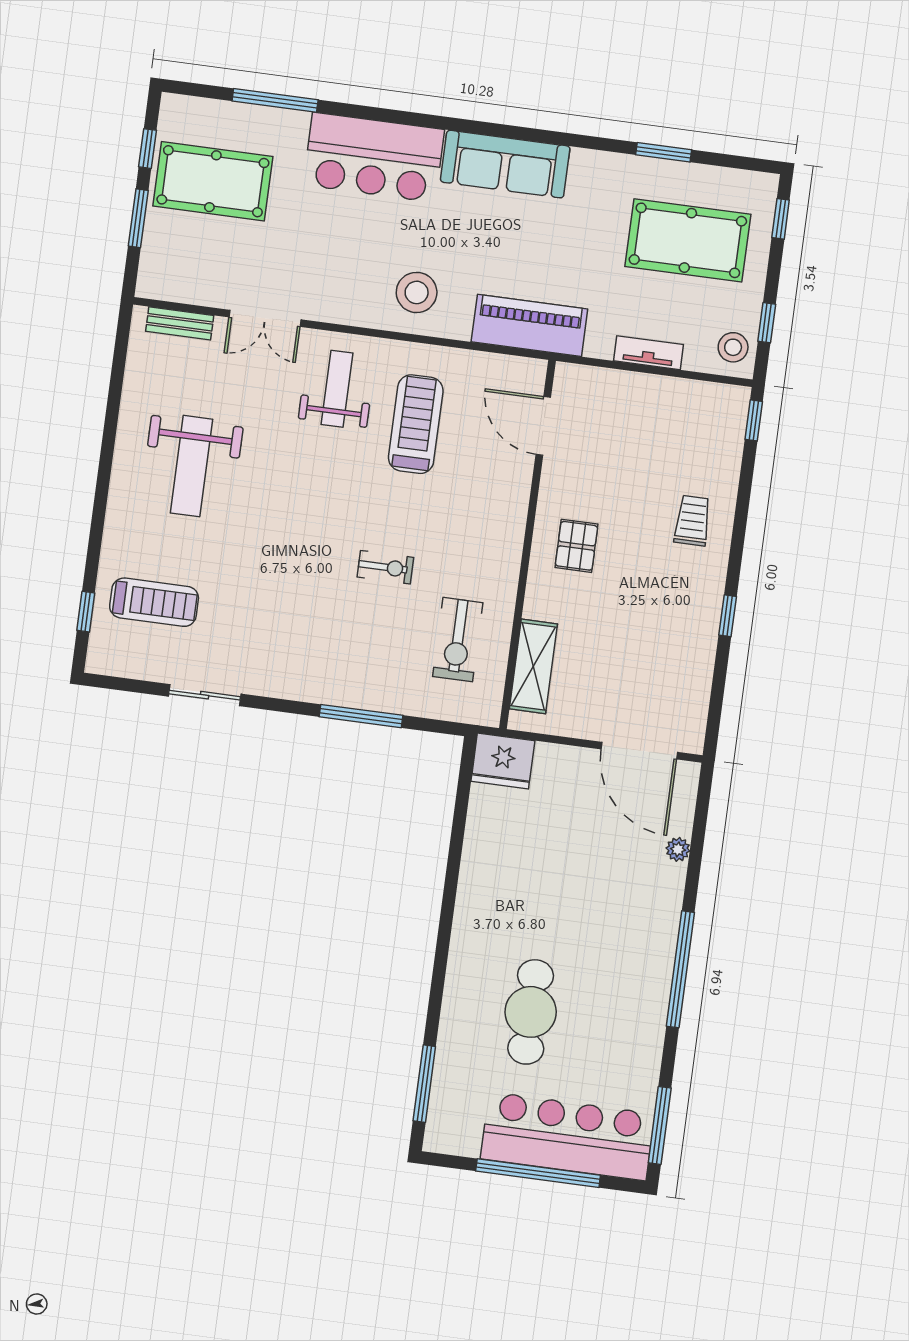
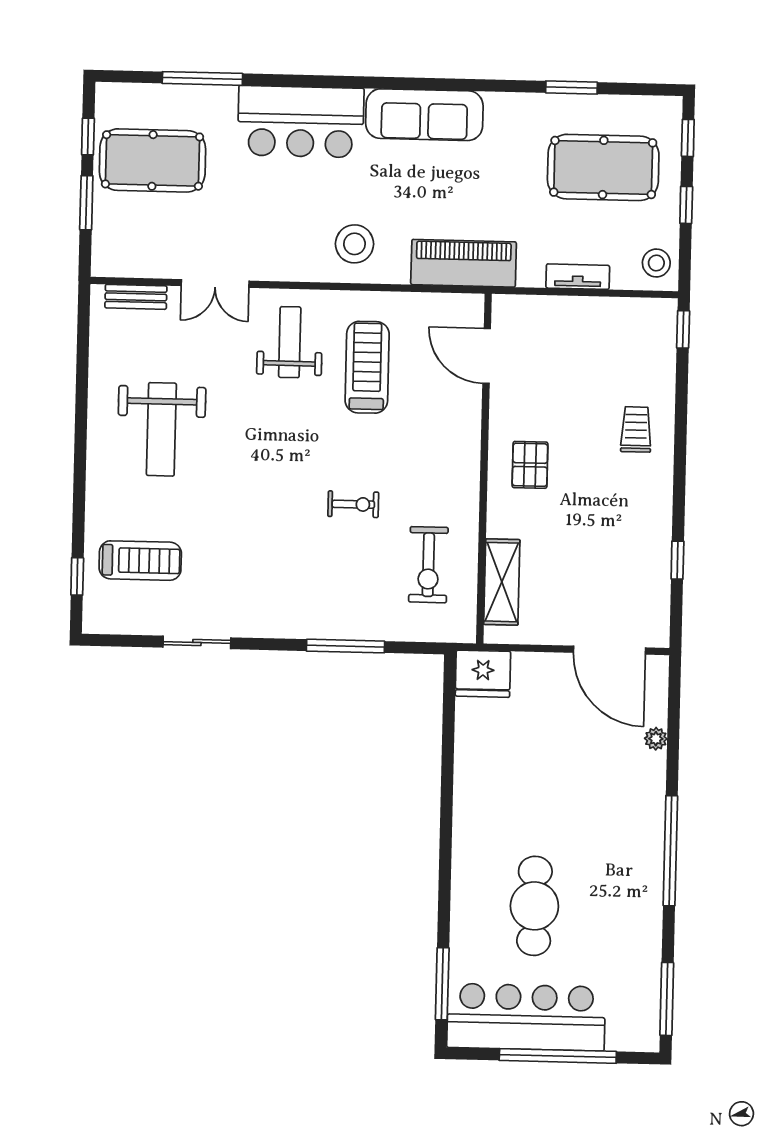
window: (767, 323) -> (686, 205), moved
window: (728, 616) -> (677, 560), moved
bar counter: (567, 1136) -> (526, 1017), moved

